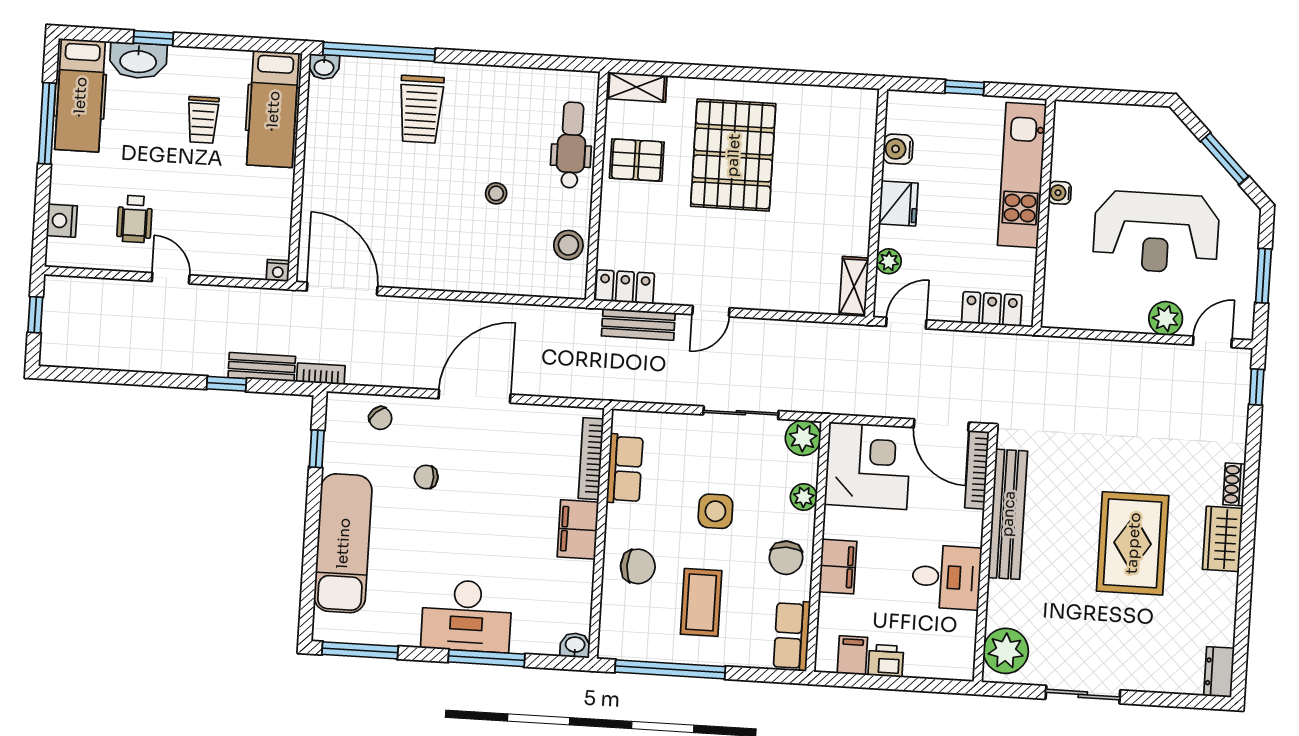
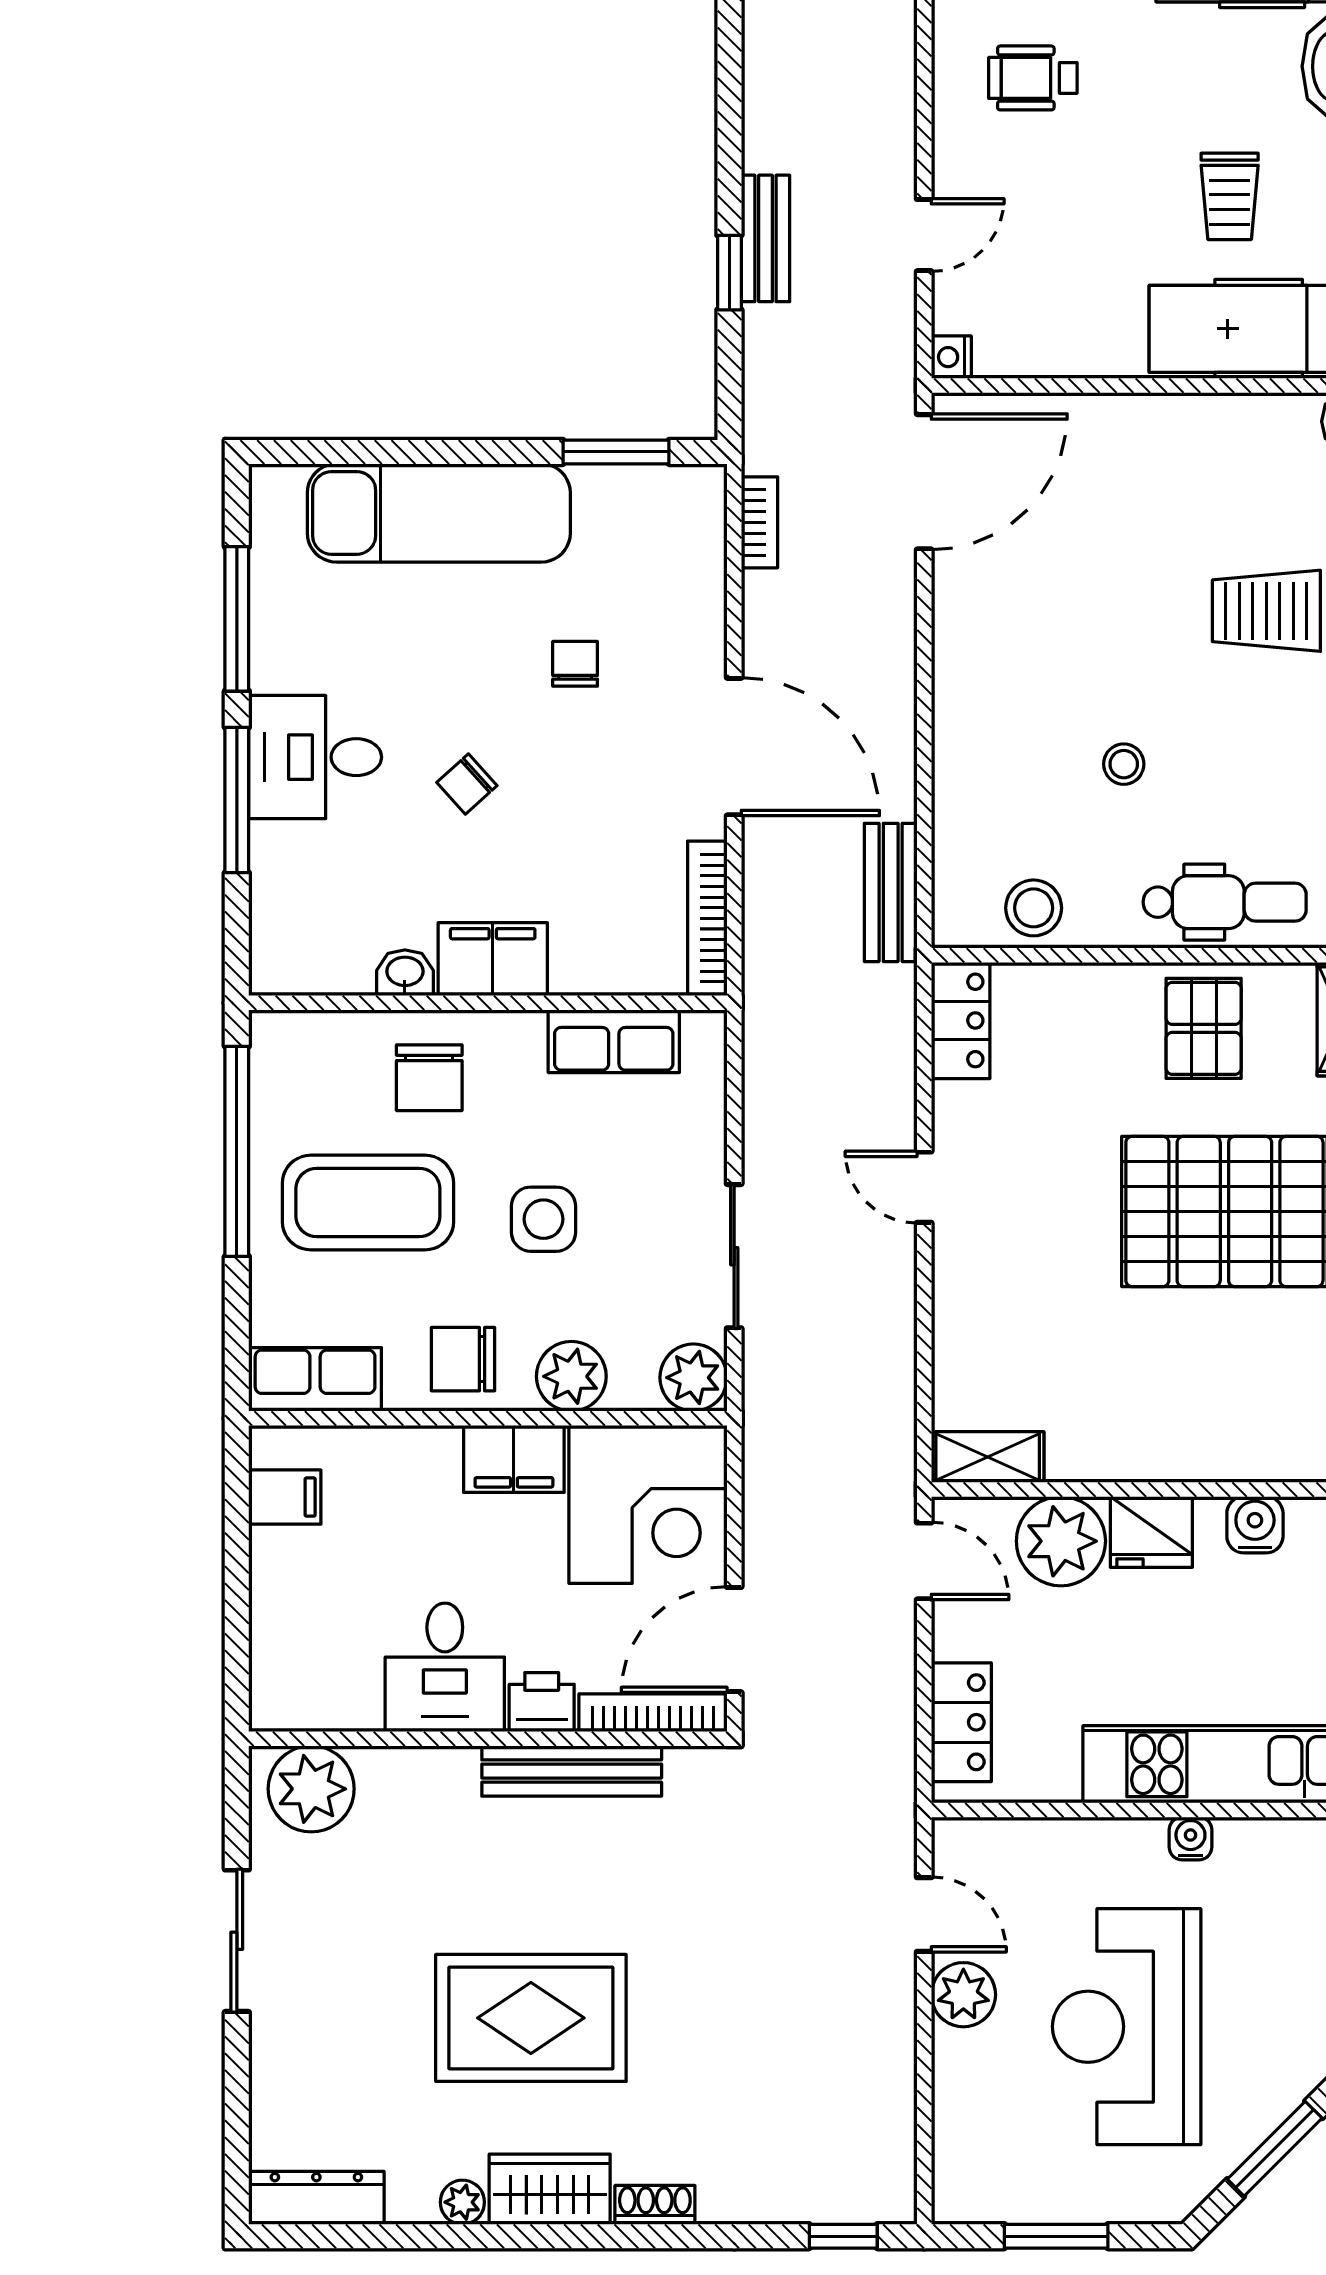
trolley: (203, 120) -> (1230, 196), turned -90
plant: (889, 261) -> (1061, 1541), width x1.88, depth x1.88
door: (171, 278) -> (924, 235), moved
plant: (1166, 318) -> (963, 1995), moved
bench: (638, 324) -> (891, 892), moved
door: (1212, 342) -> (924, 1914), moved
bench: (262, 367) -> (765, 238), moved
bookcase: (321, 374) -> (760, 522), moved
chair: (380, 418) -> (467, 784), moved
window: (317, 449) -> (616, 452), width x1.50
bookcase: (591, 459) -> (707, 918), moved, turned -90
plant: (804, 497) -> (571, 1376), width x1.38, depth x1.38
bench: (1008, 514) -> (572, 1771), width x0.73, depth x0.82
filing cabinet: (838, 567) -> (514, 1459), moved
plant: (1227, 585) -> (462, 2202), added
coffee table: (701, 602) -> (368, 1203), width x1.36, depth x1.32
desk: (467, 616) -> (315, 757), width x0.73
washbasin: (575, 645) -> (405, 973), moved, turned -90
window: (360, 650) -> (237, 619), moved
printer: (886, 661) -> (542, 1702), moved, turned -90
dresser: (1219, 672) -> (316, 2198), width x1.44

